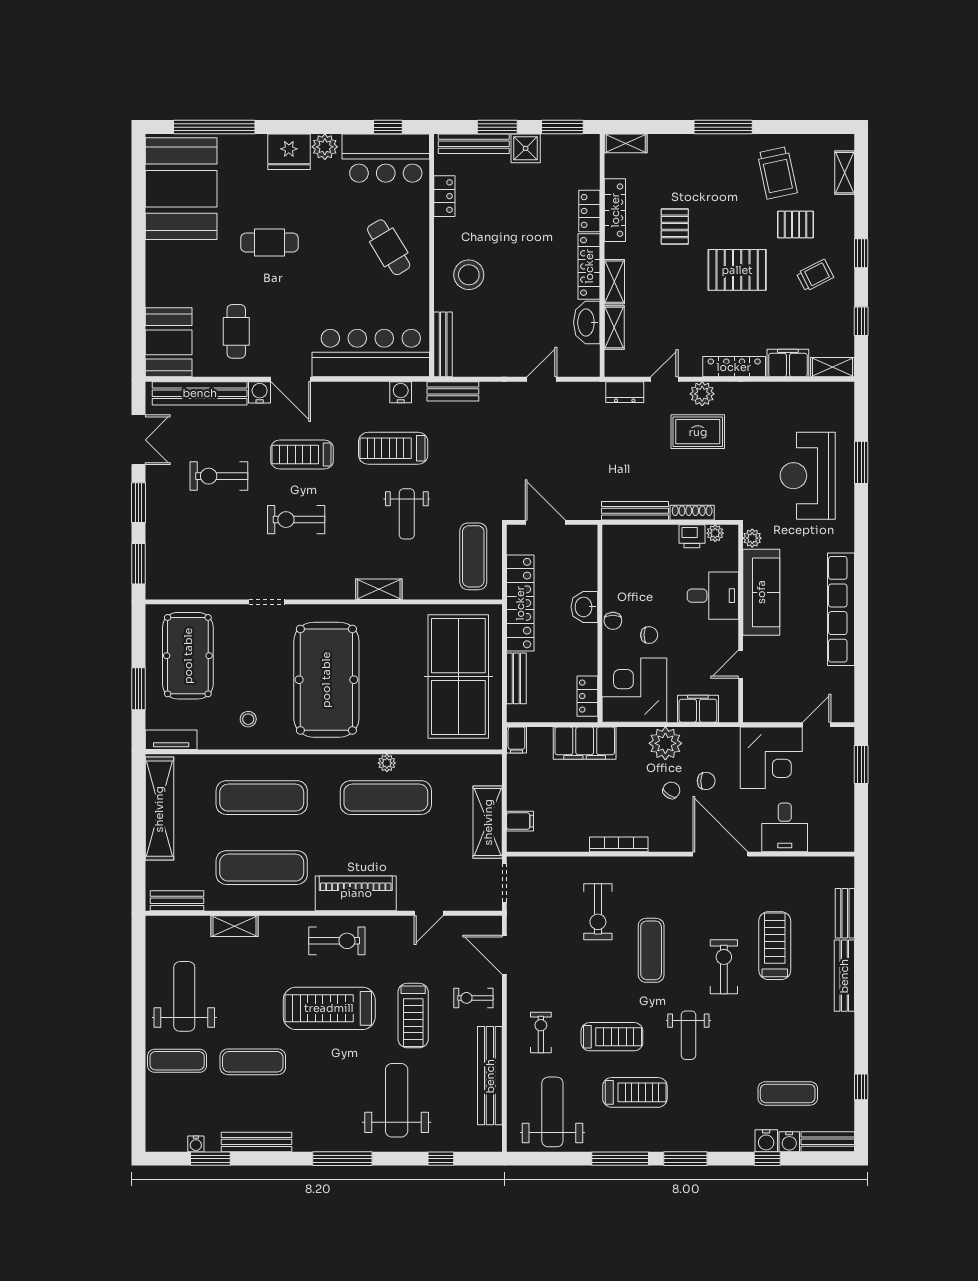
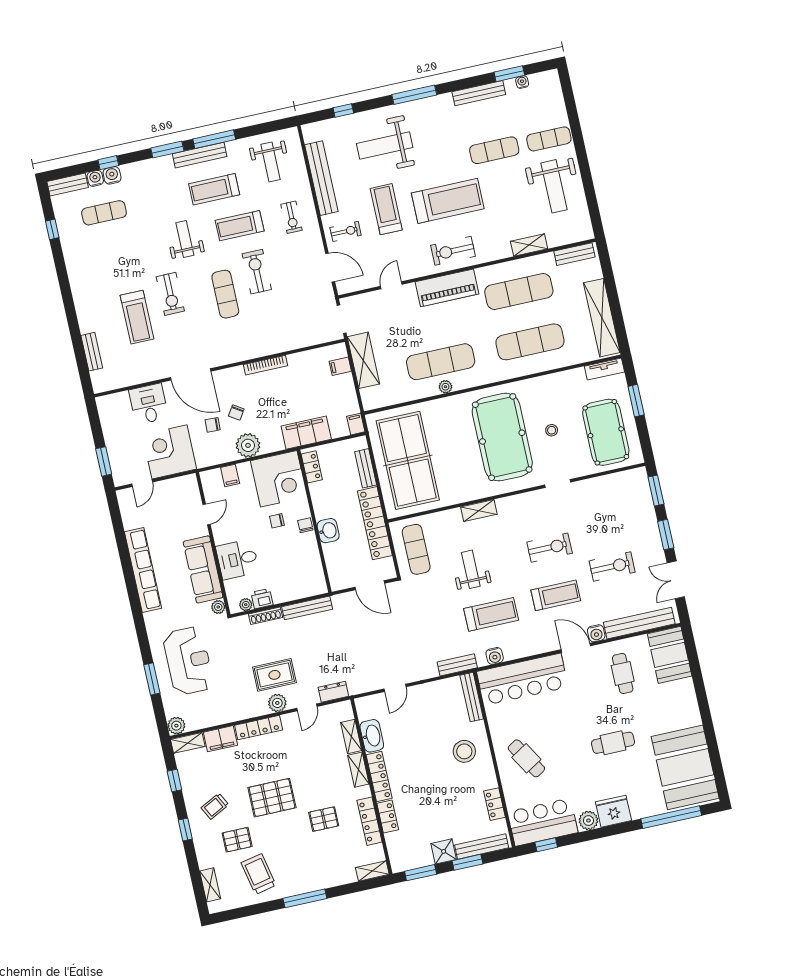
pallet: (675, 226) -> (324, 819), turned 90
plant: (842, 393) -> (176, 726), added
filing cabinet: (698, 709) -> (230, 475), width x0.50
stool: (248, 719) -> (552, 430), moved
exercise bike: (598, 912) -> (257, 272), moved
bench: (844, 976) -> (200, 155), moved, turned 90
weight bench: (397, 1100) -> (385, 146), turned 90
weight bench: (552, 1112) -> (271, 162), width x0.73, depth x0.75

